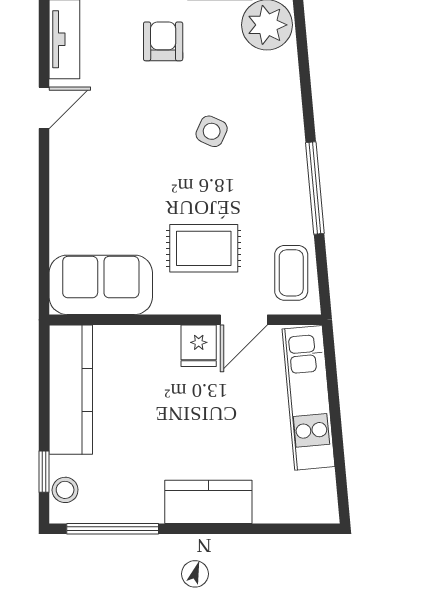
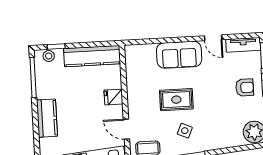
side table: (212, 131) -> (185, 131), moved
rug: (204, 248) -> (176, 100), moved, turned 90
sofa: (101, 285) -> (179, 55), moved, turned 90
fridge: (199, 346) -> (113, 97), moved

